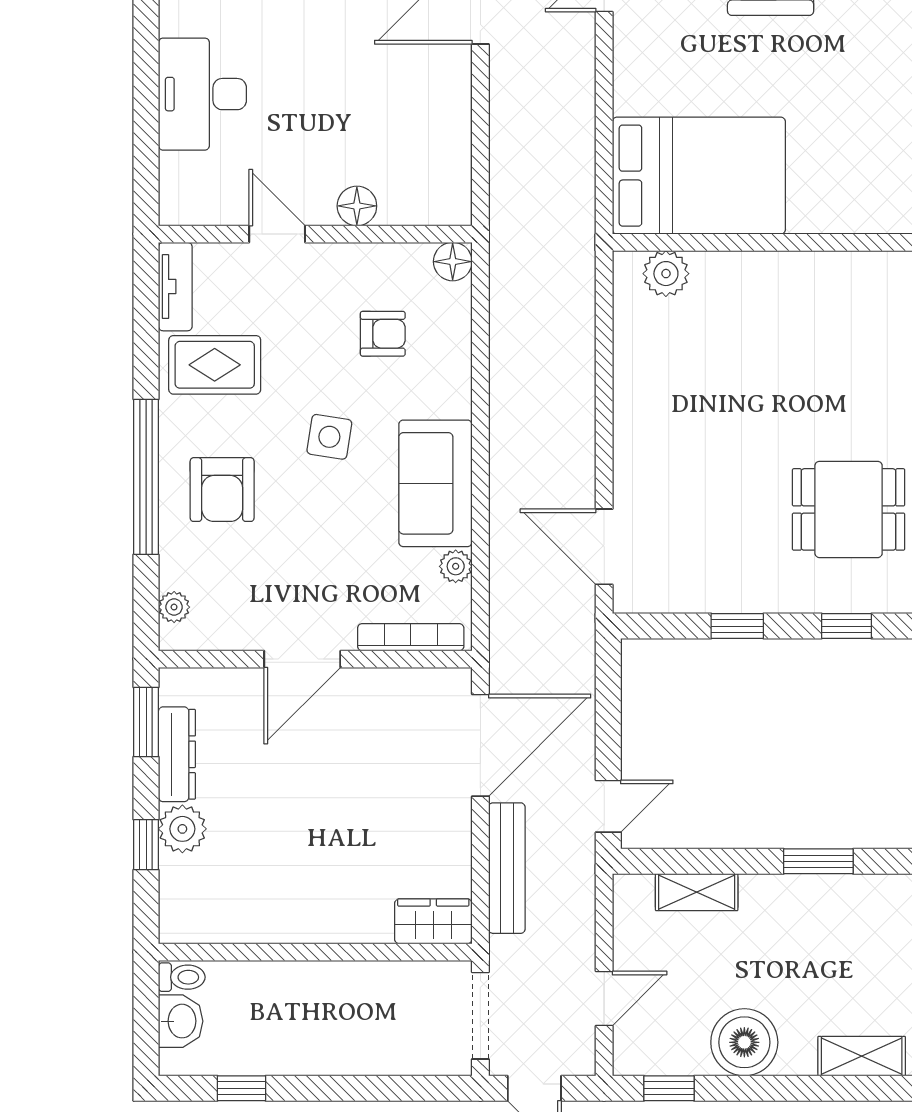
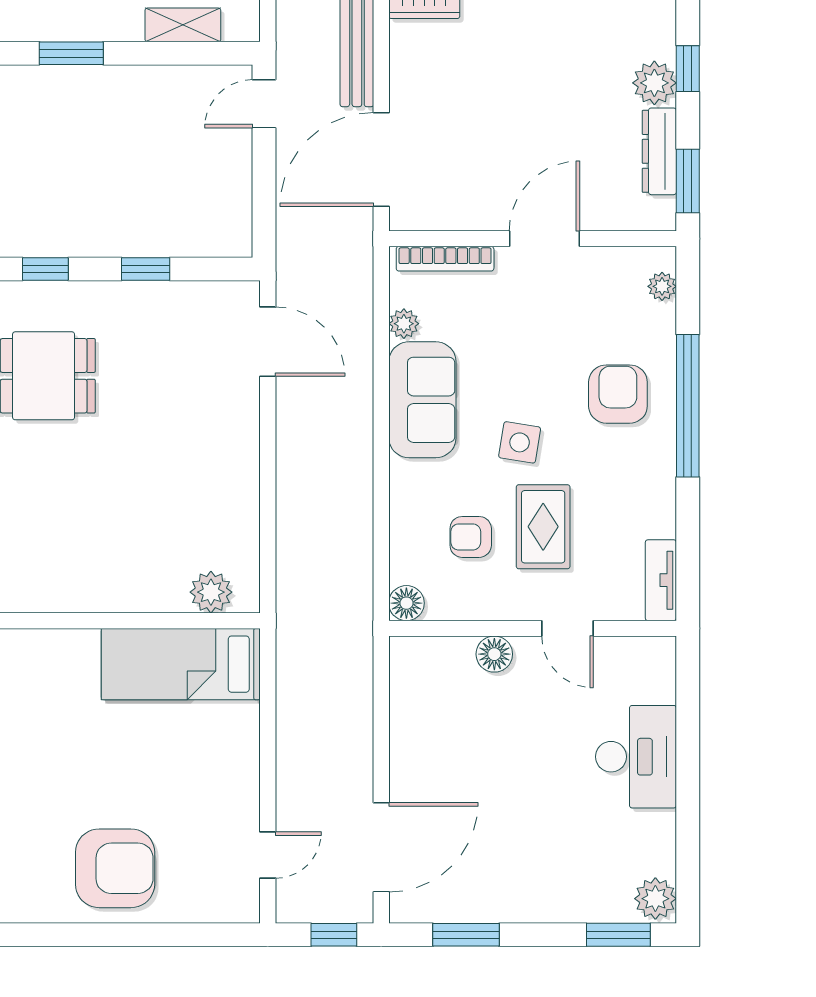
bed: (699, 176) -> (181, 664), width x0.67
rug: (215, 365) -> (543, 527), moved, turned 90

